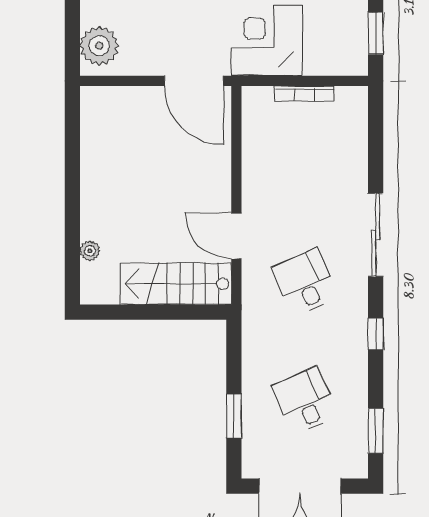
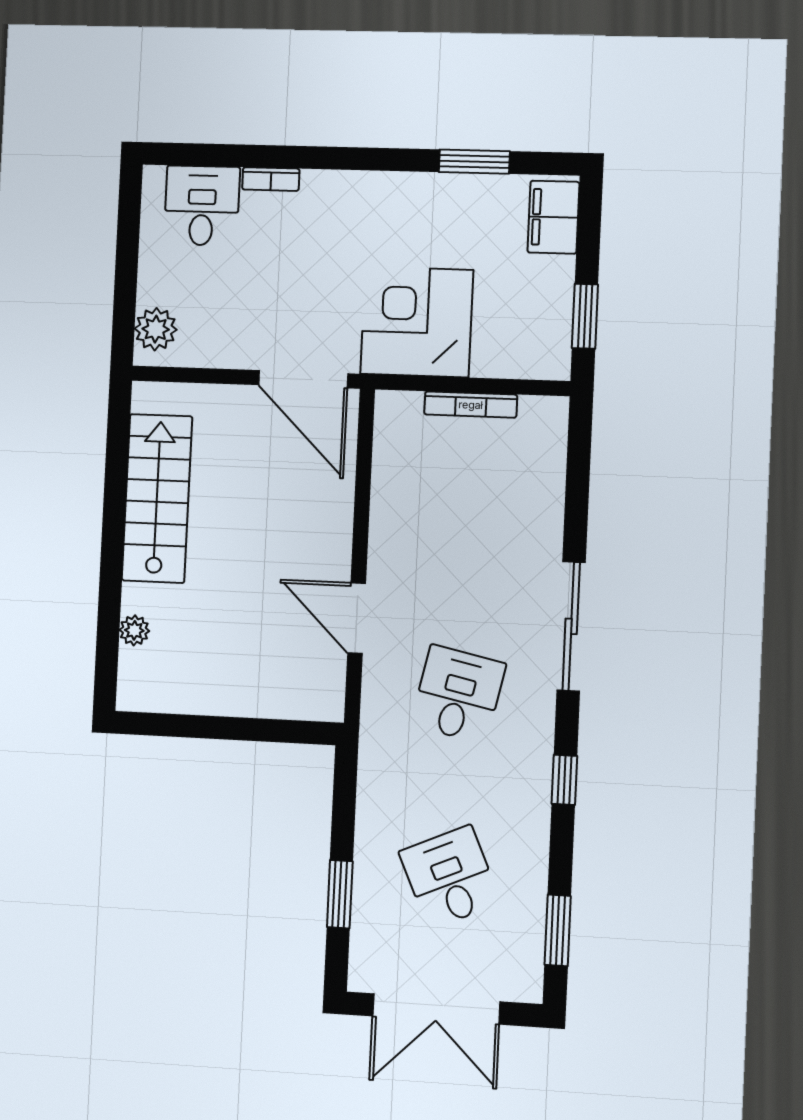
plant: (99, 46) -> (156, 329), width x0.73, depth x0.73
desk: (305, 282) -> (458, 694), turned 36
stairs: (176, 284) -> (157, 498), moved, turned 90

